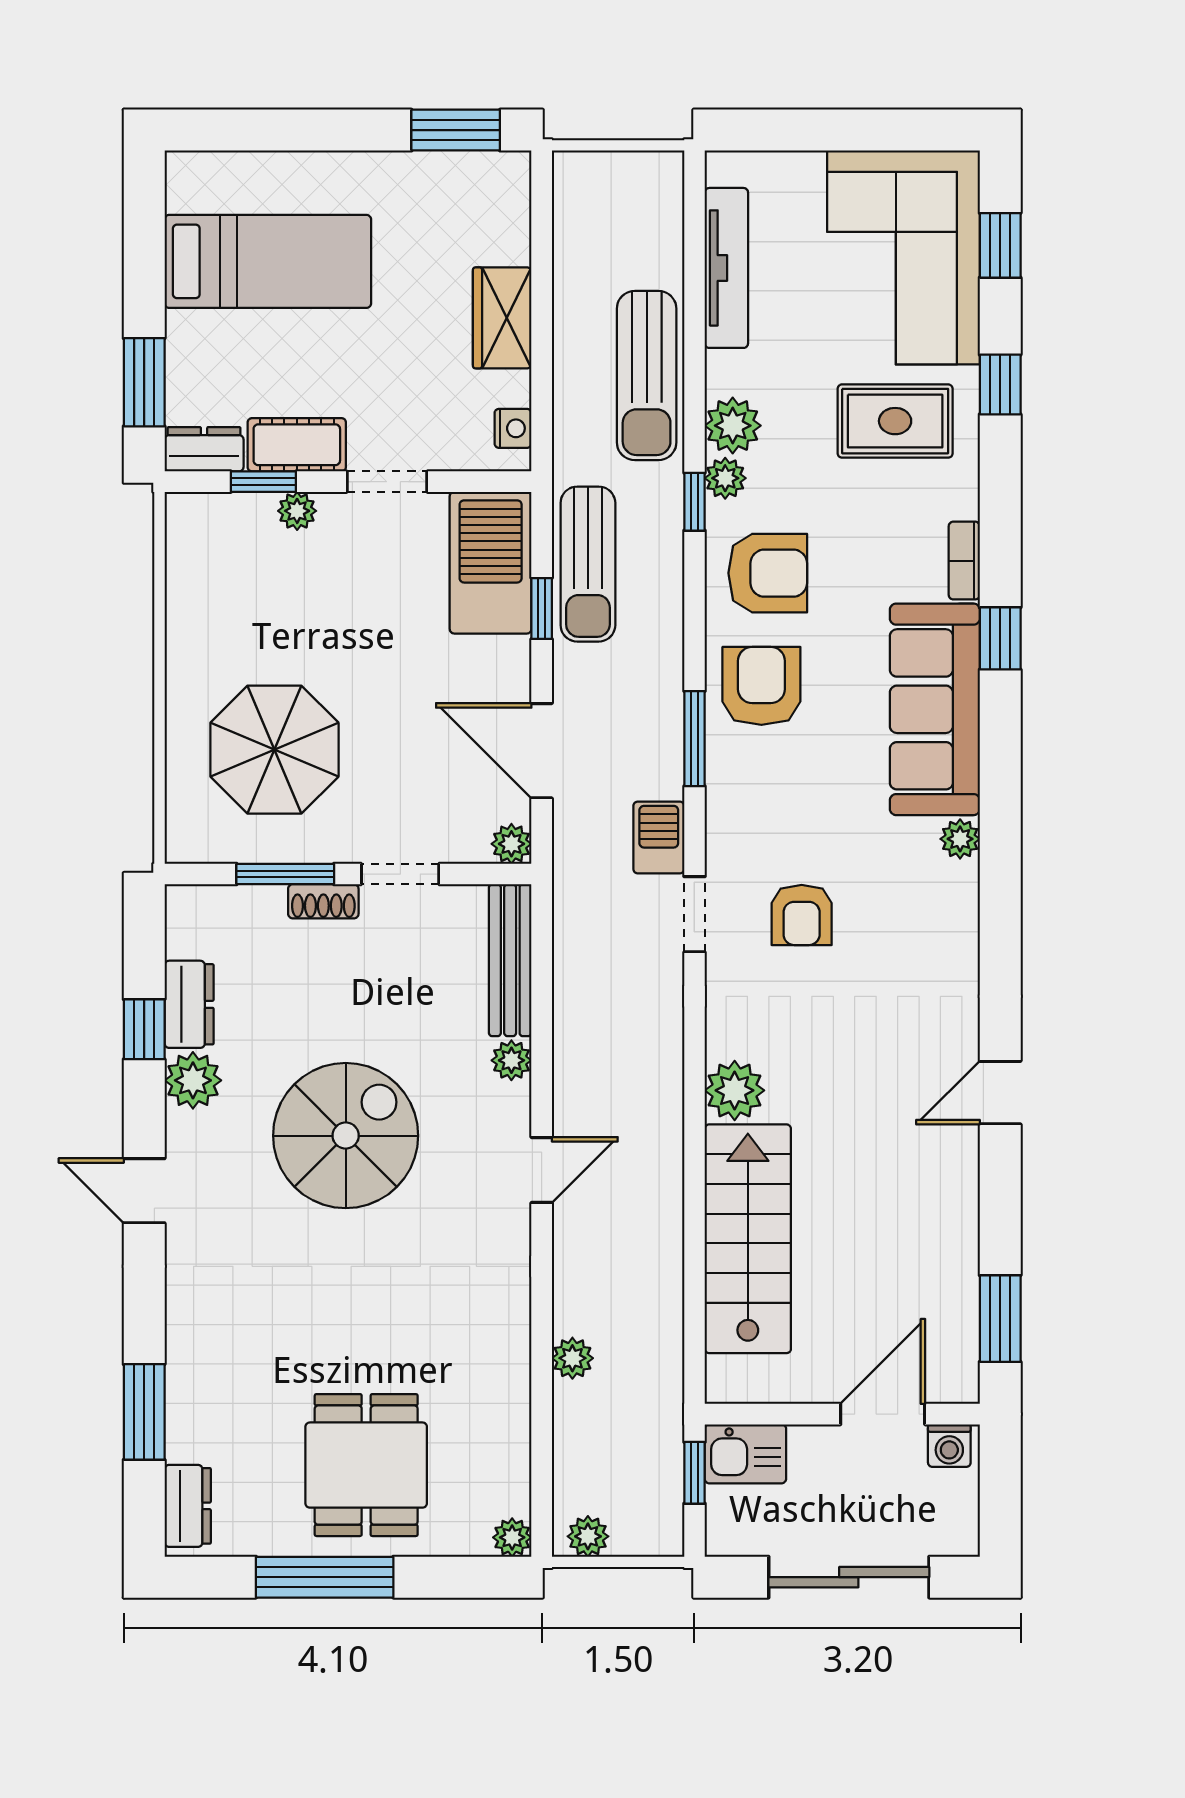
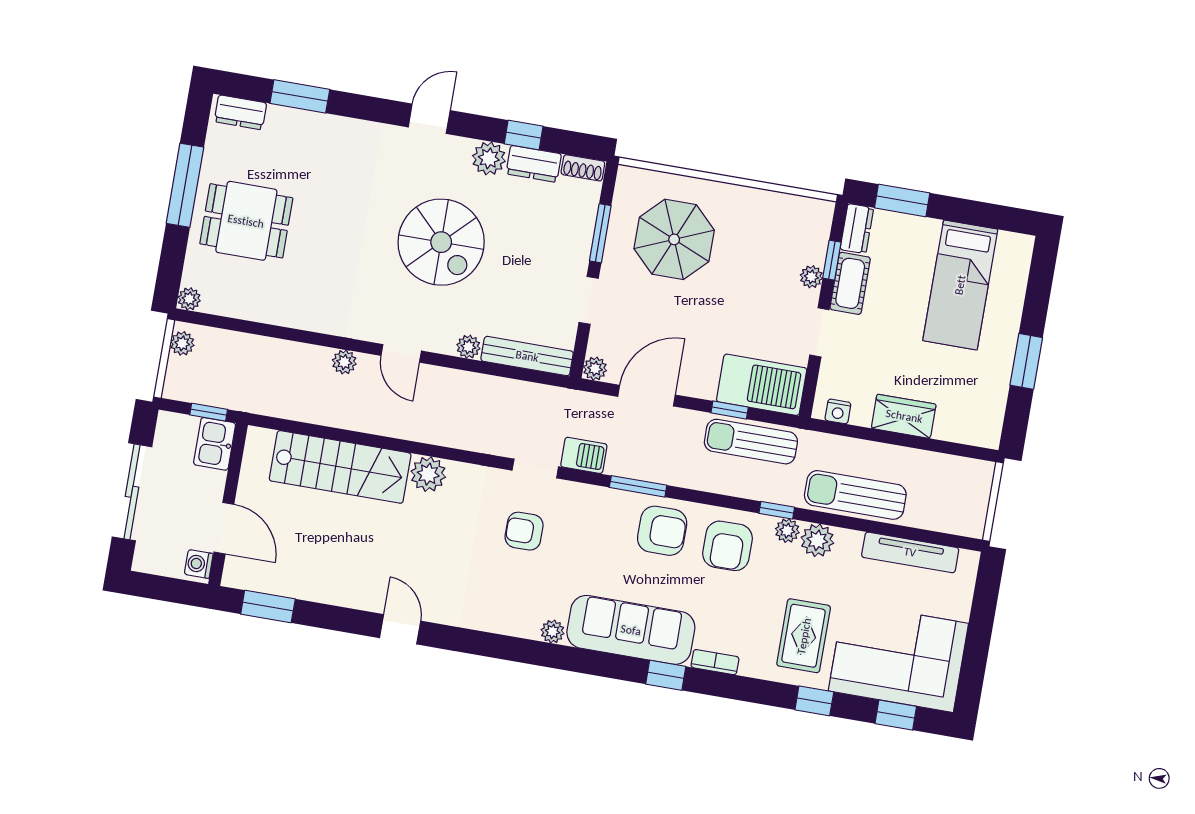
window: (456, 130) -> (1026, 361), moved
shoe rack: (323, 901) -> (583, 168), moved, turned -90
plant: (572, 1358) -> (344, 362), moved

